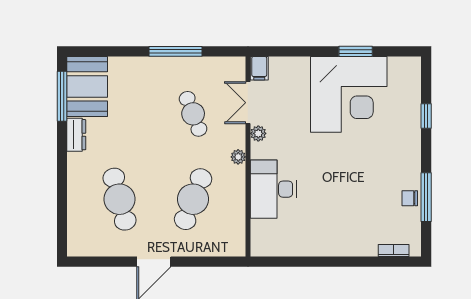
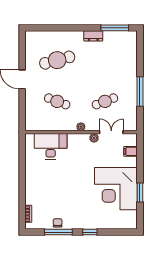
filing cabinet: (259, 68) -> (131, 151), moved
booth: (87, 86) -> (120, 42), removed
window: (426, 116) -> (90, 232), moved
desk: (273, 189) -> (51, 146), moved
cafe table: (193, 199) -> (57, 101), width x0.73, depth x0.74

